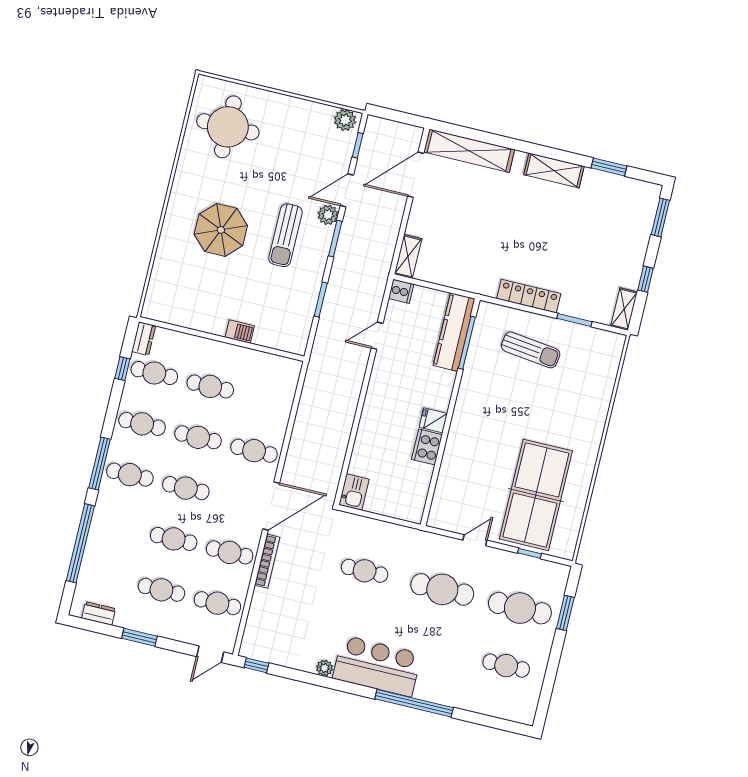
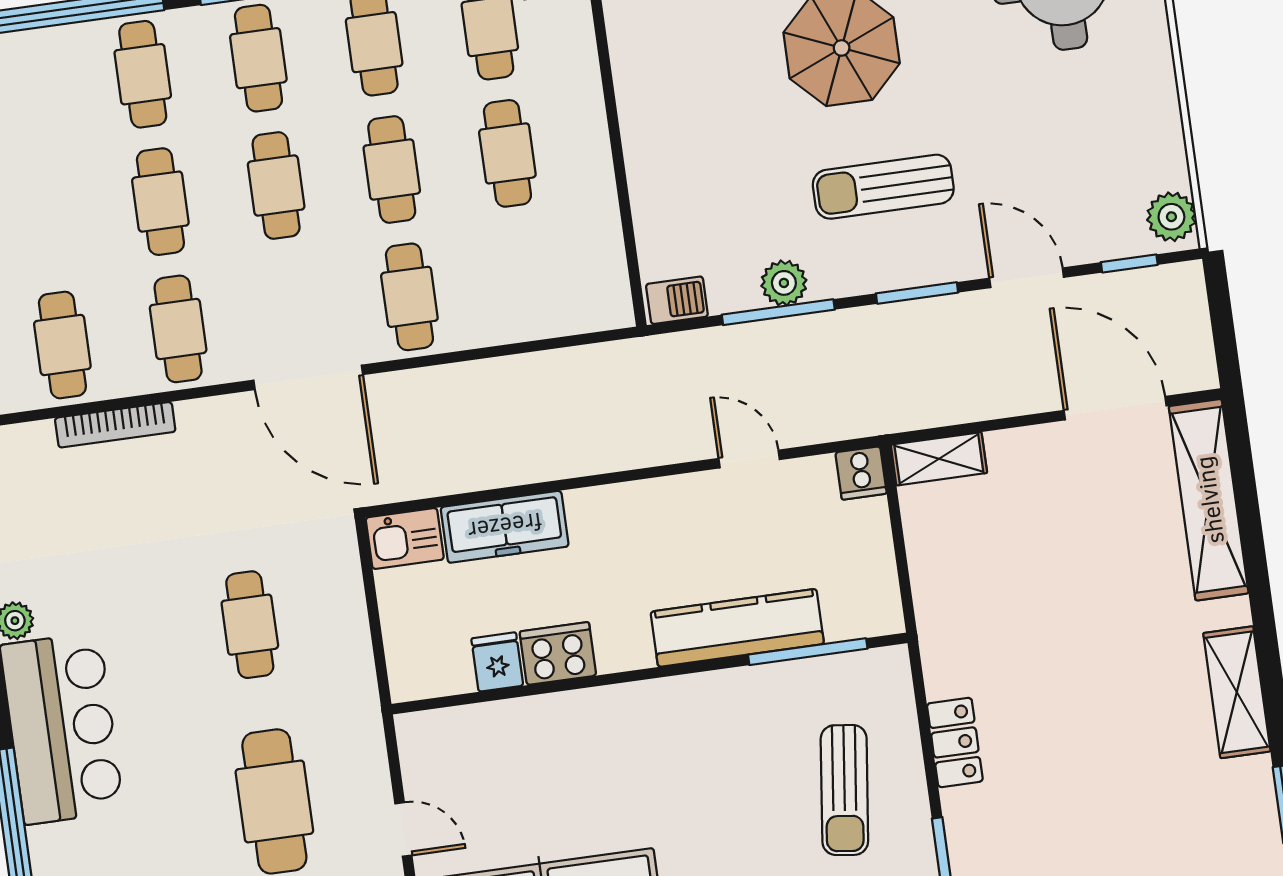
plant: (328, 215) -> (784, 283), moved
locker: (529, 296) -> (955, 742), width x0.66
window: (321, 299) -> (778, 312), width x1.44
barbecue: (240, 332) -> (677, 300), moved, turned -90
kitchen counter: (454, 332) -> (737, 628), moved
fridge: (433, 420) -> (497, 662), moved
freezer: (365, 449) -> (505, 527), added
bookcase: (267, 561) -> (115, 425), moved
cafe table: (161, 590) -> (143, 74), moved

